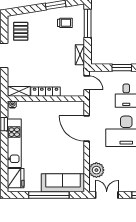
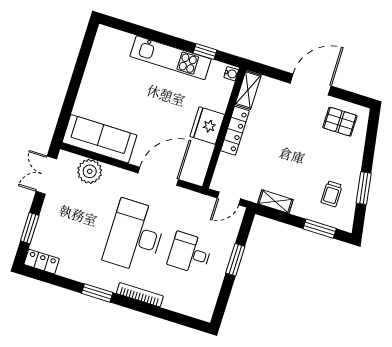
window: (88, 23) -> (320, 229), width x0.69
fridge: (16, 178) -> (207, 126), moved, turned 90
sofa: (63, 183) -> (100, 139), moved, turned -90
window: (49, 195) -> (74, 86), removed
double door: (107, 195) -> (46, 175), swing flipped

